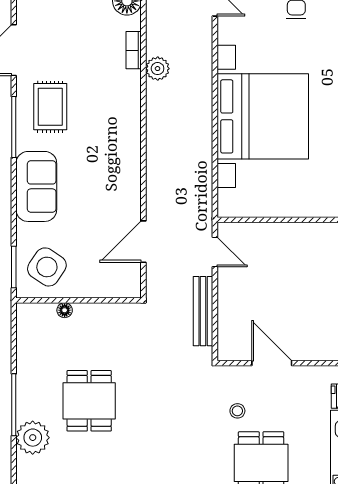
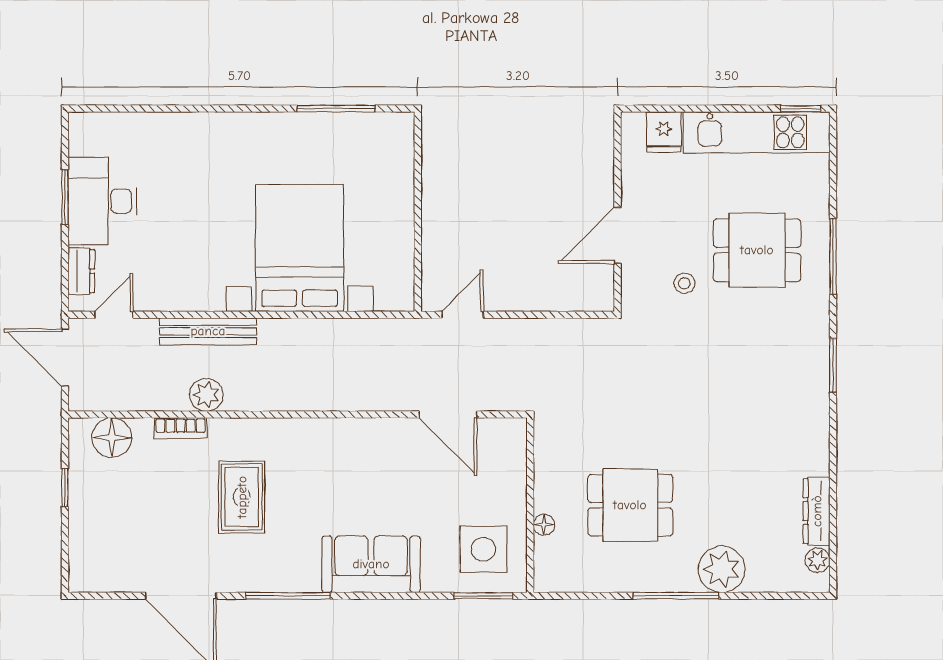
rug: (50, 107) -> (242, 497), moved, turned 90
bed with nightstands: (263, 116) -> (300, 248), width x0.73
side table: (47, 267) -> (483, 549), turned -34
bench: (203, 311) -> (208, 331), moved
dining table: (89, 401) -> (630, 505), moved

